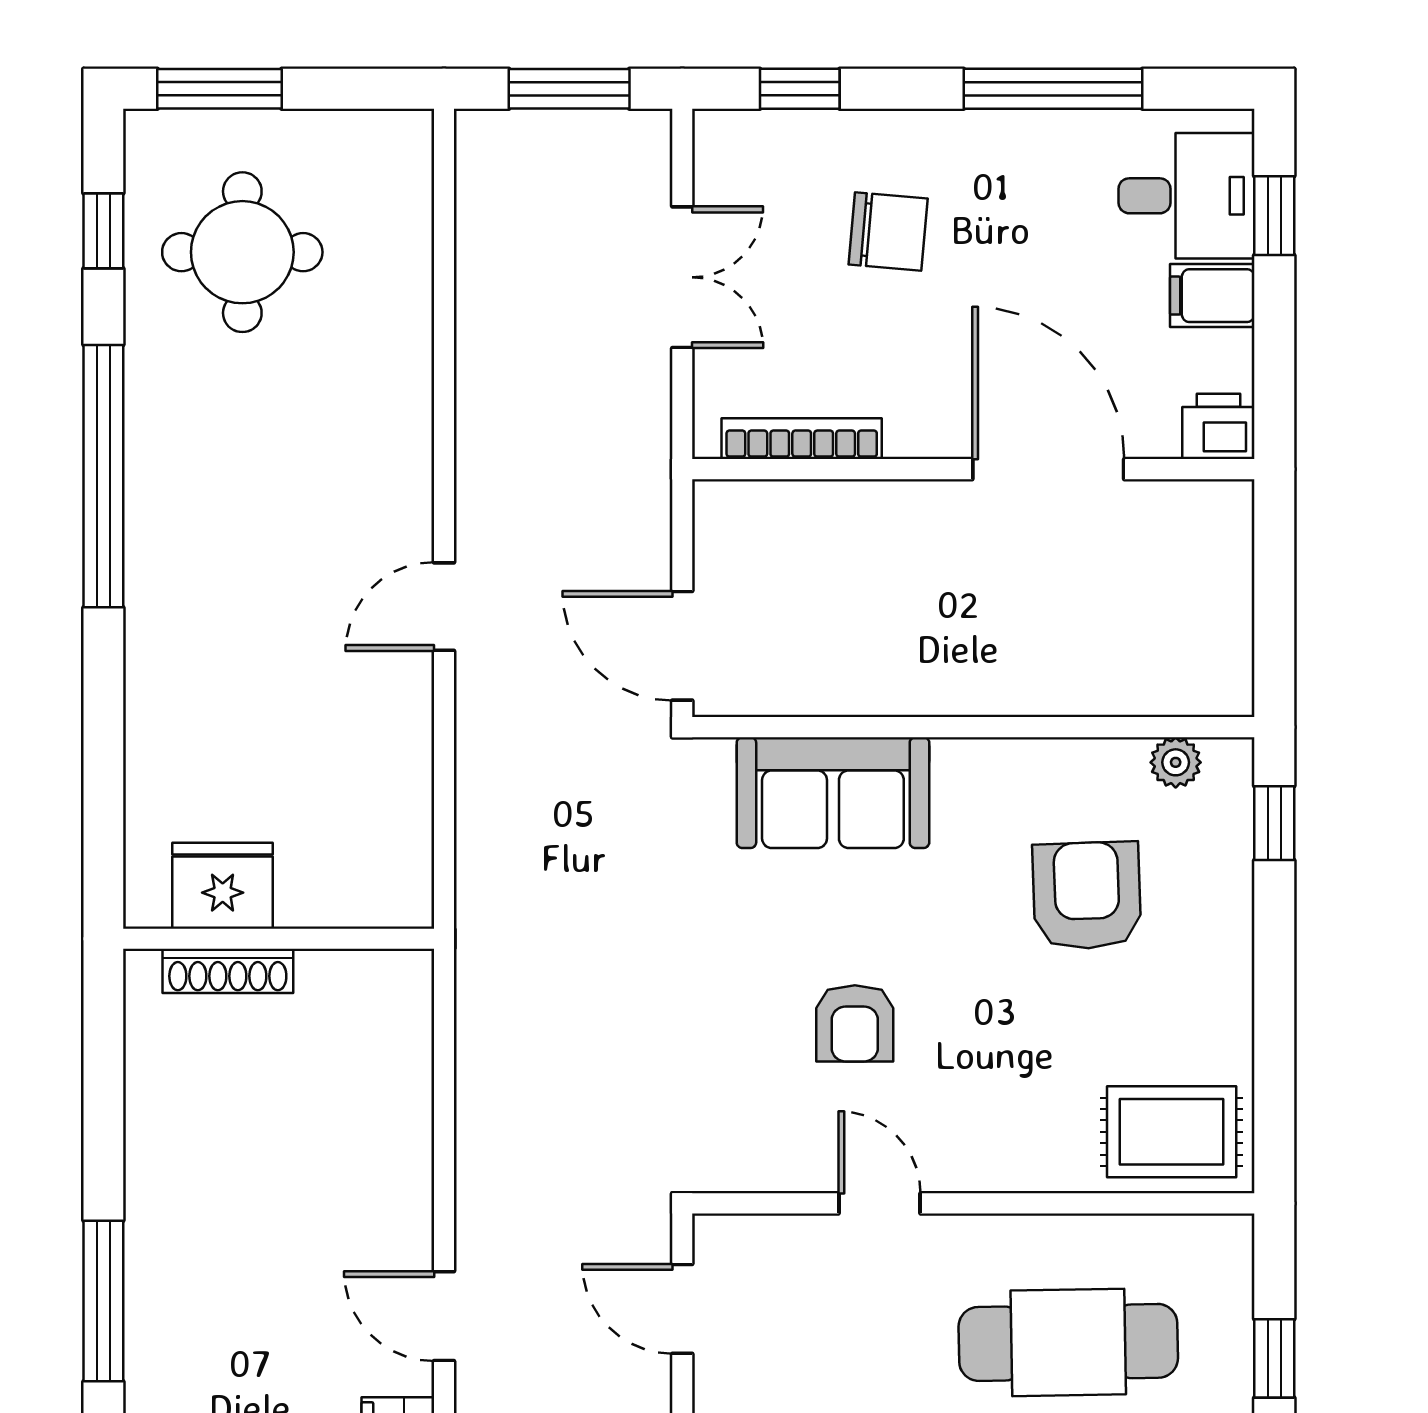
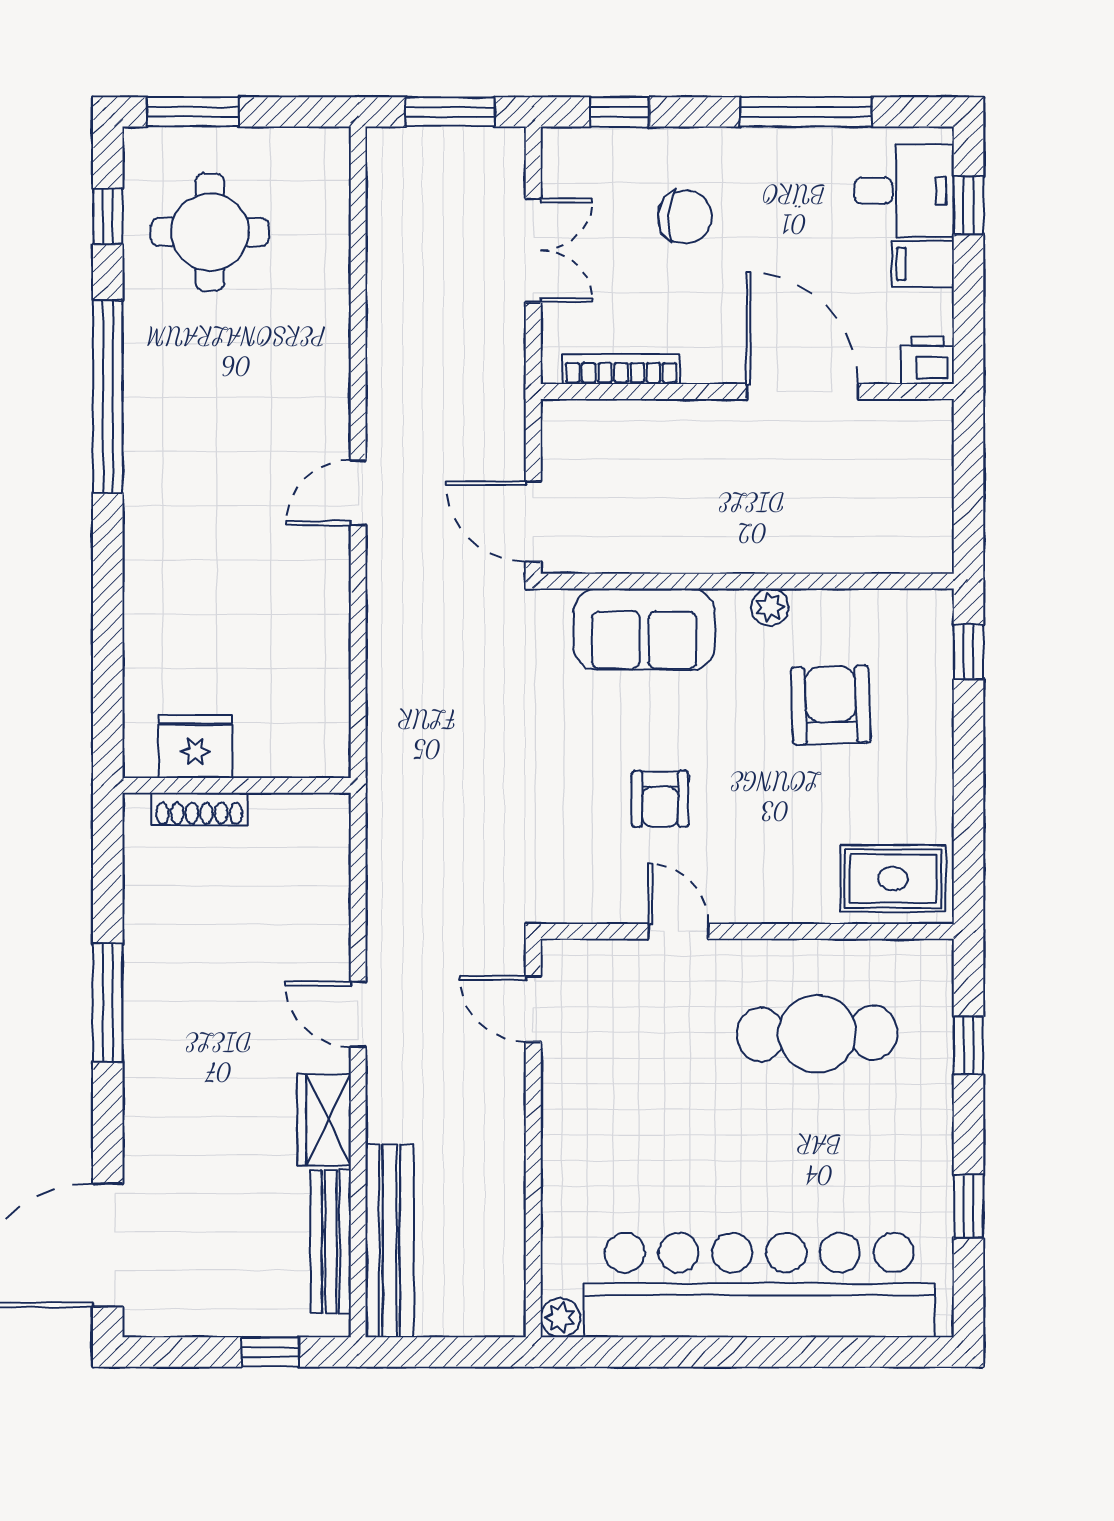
plant: (1176, 762) -> (770, 607), moved
fridge: (223, 886) -> (195, 746), moved
wall: (279, 939) -> (237, 785), moved
shoe rack: (228, 971) -> (199, 809), moved

